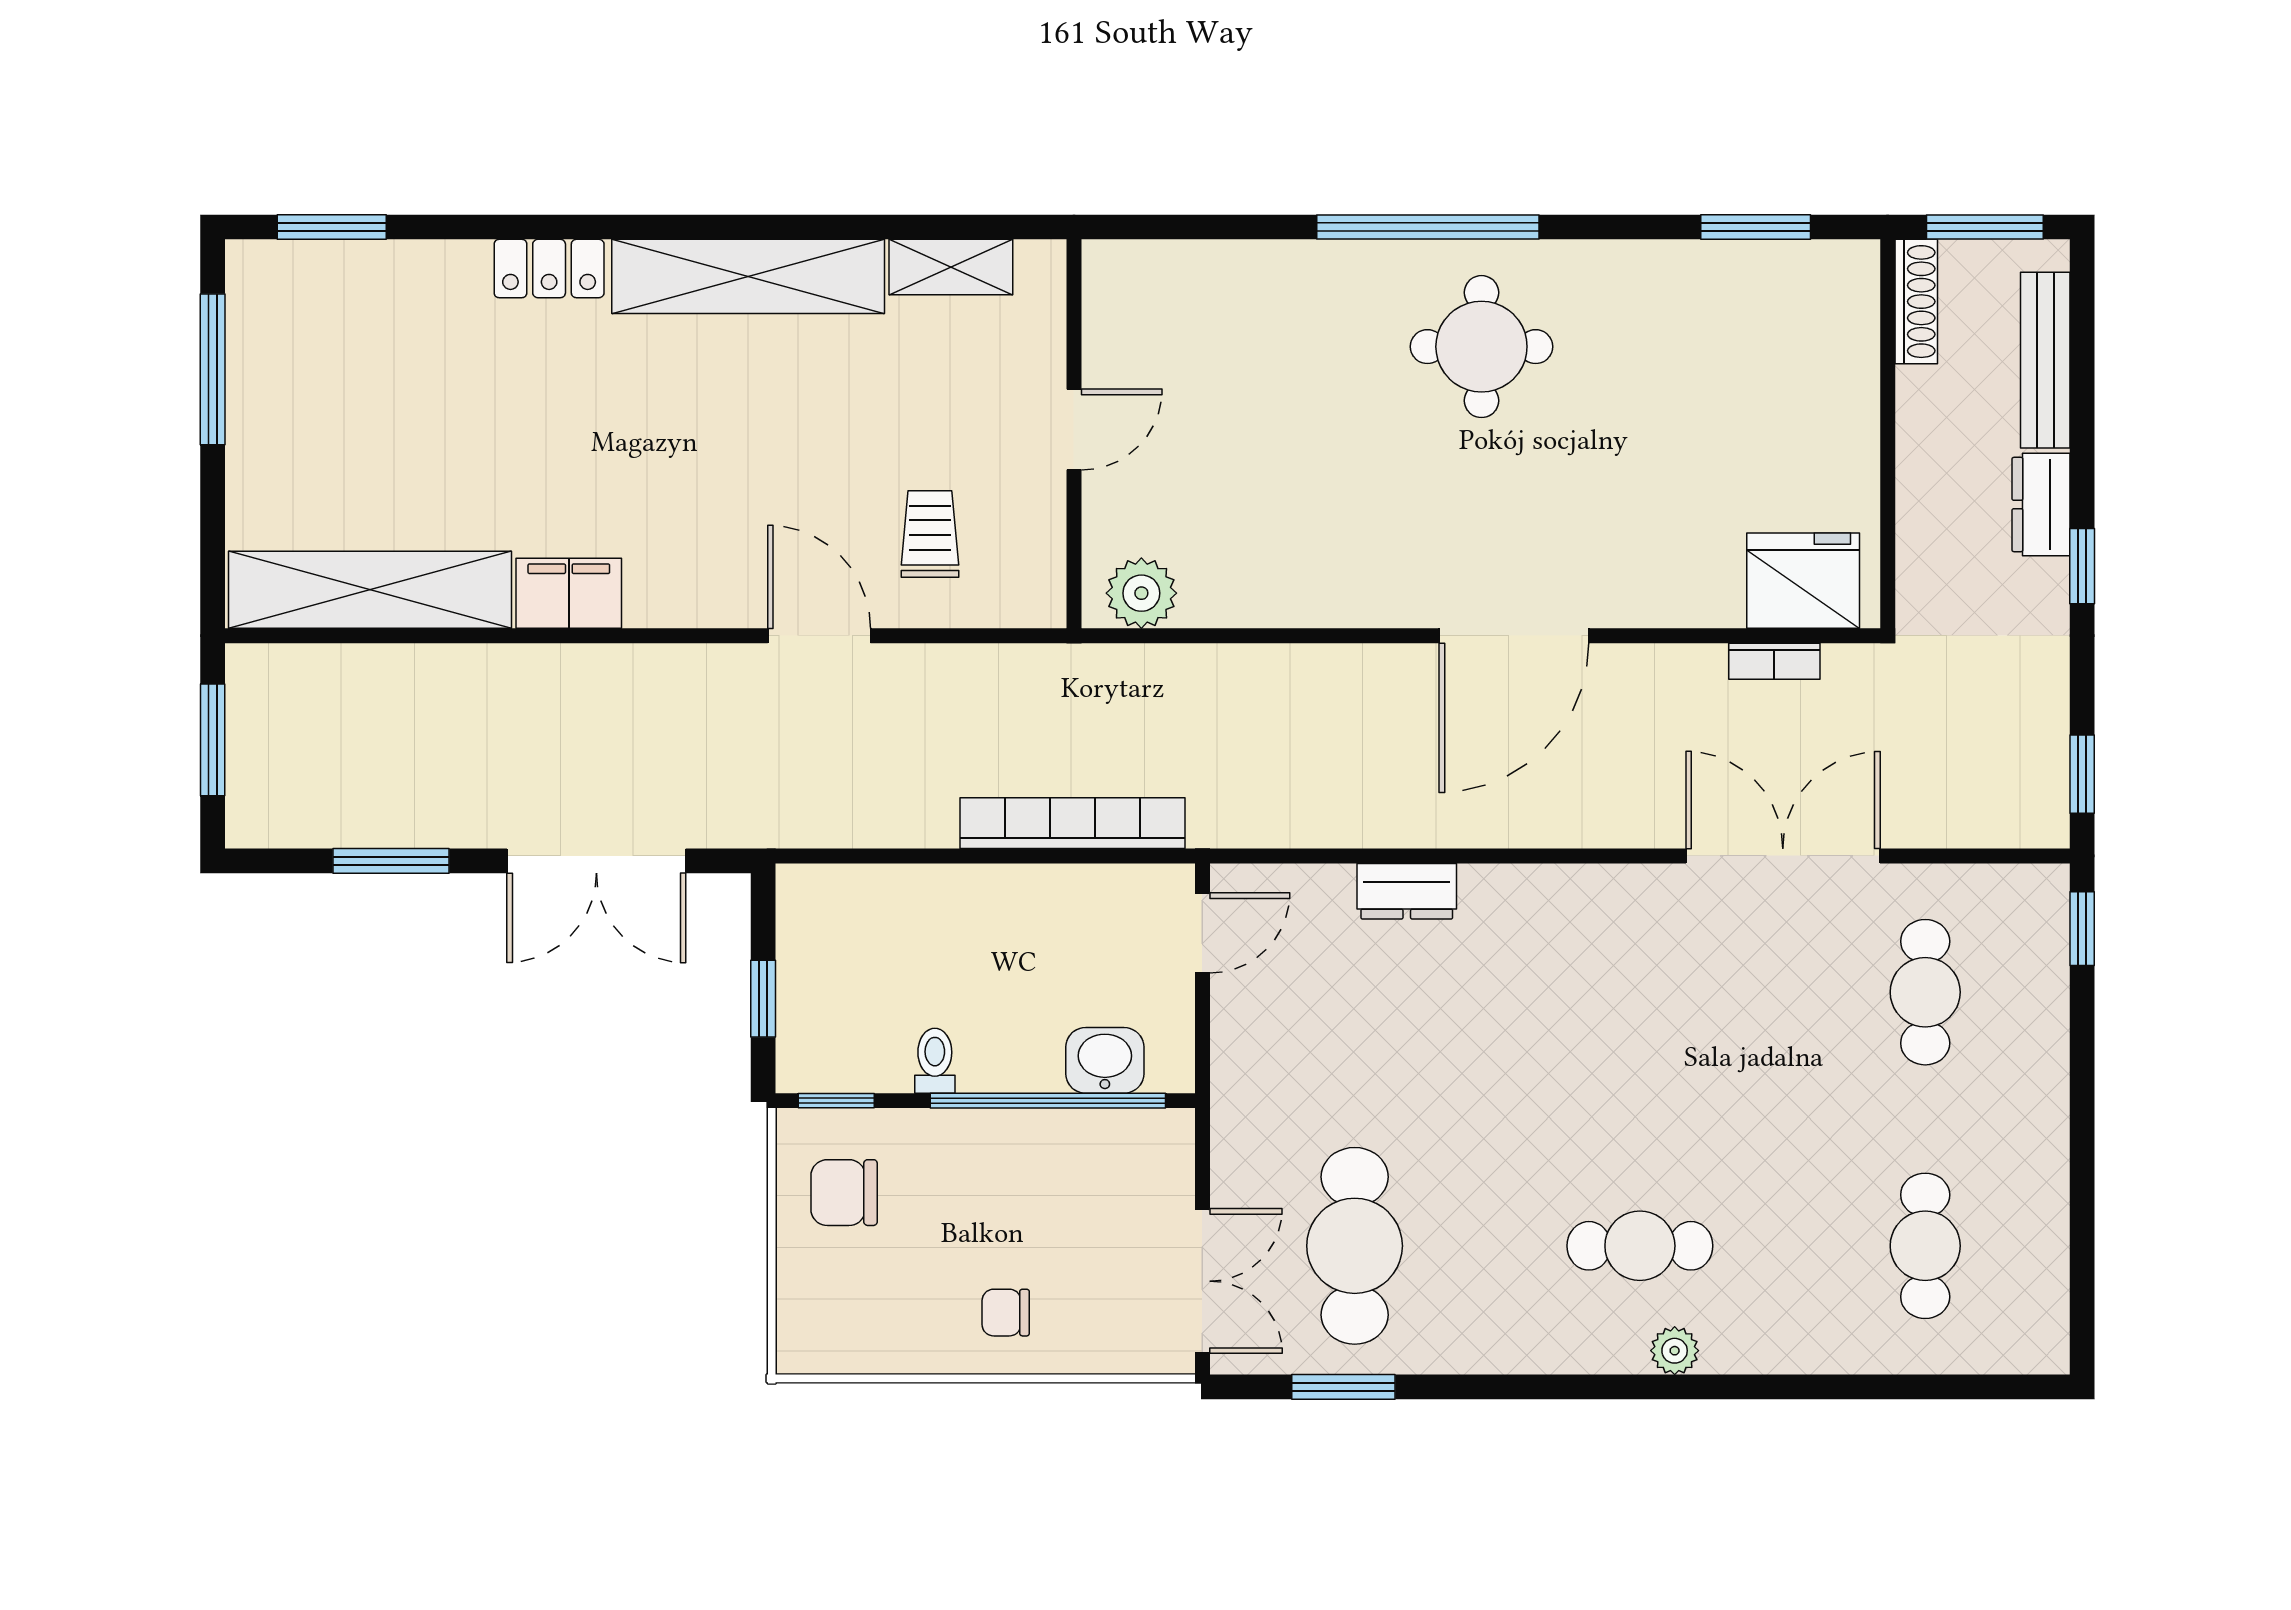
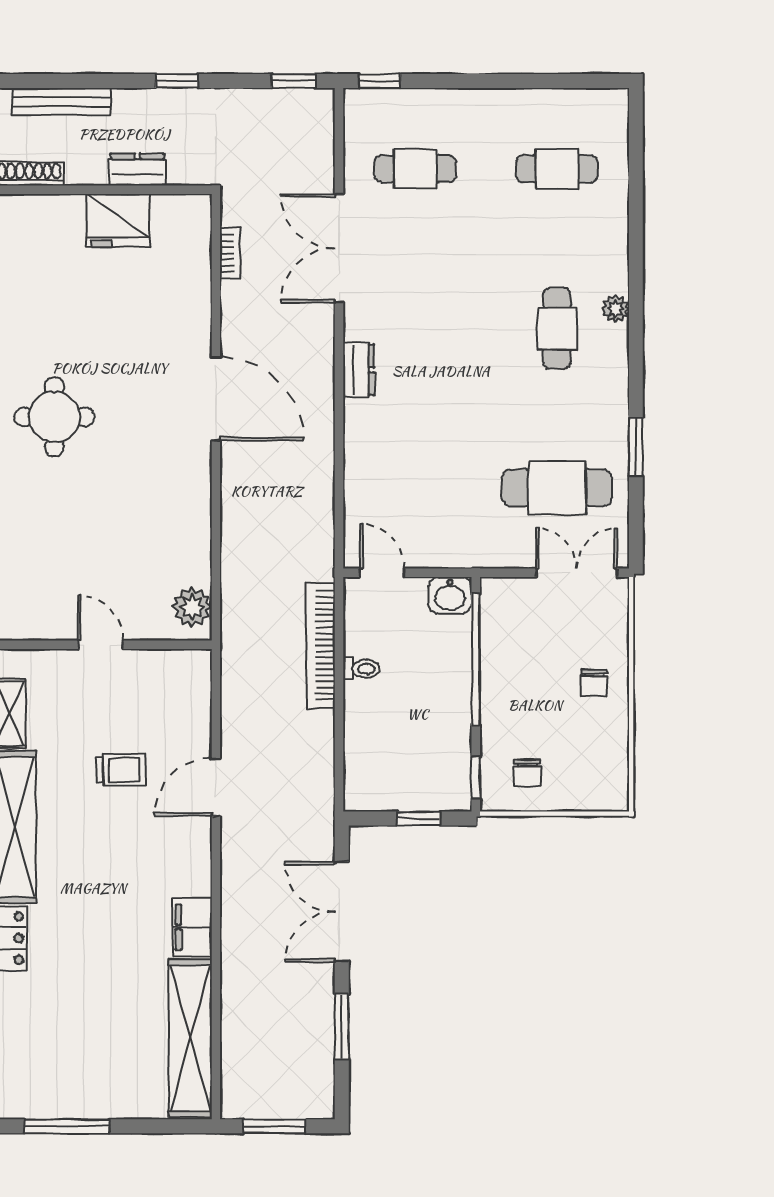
dresser: (2041, 504) -> (137, 170), moved, turned 180
trolley: (930, 534) -> (121, 770), moved, turned 180
fridge: (1803, 581) -> (118, 221), moved, turned -90
double door: (596, 861) -> (342, 912), swing flipped
dresser: (1407, 891) -> (359, 370), moved
washbasin: (1105, 1060) -> (450, 595), moved, turned -90
toilet: (935, 1061) -> (361, 669), moved, turned 180
chair: (844, 1193) -> (527, 773), width x0.73, depth x0.73
window: (1343, 1387) -> (636, 447), moved

